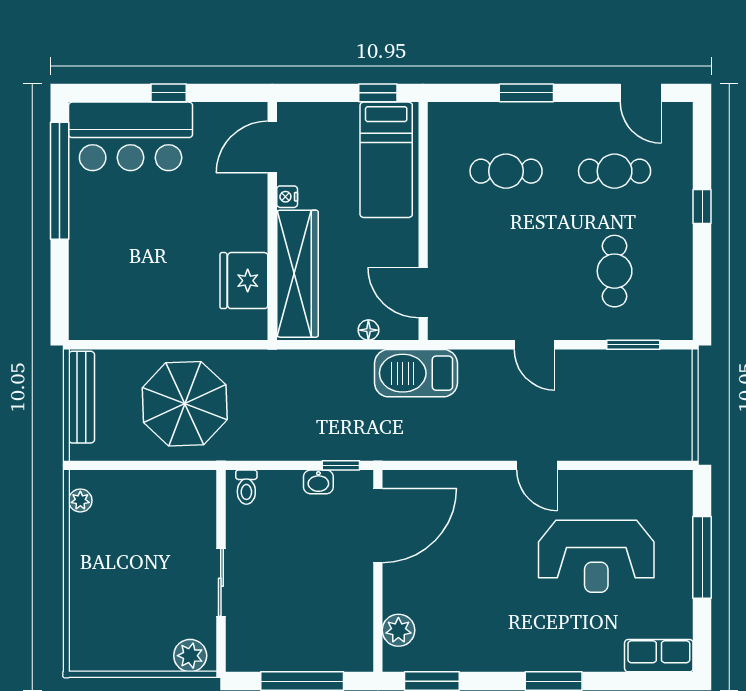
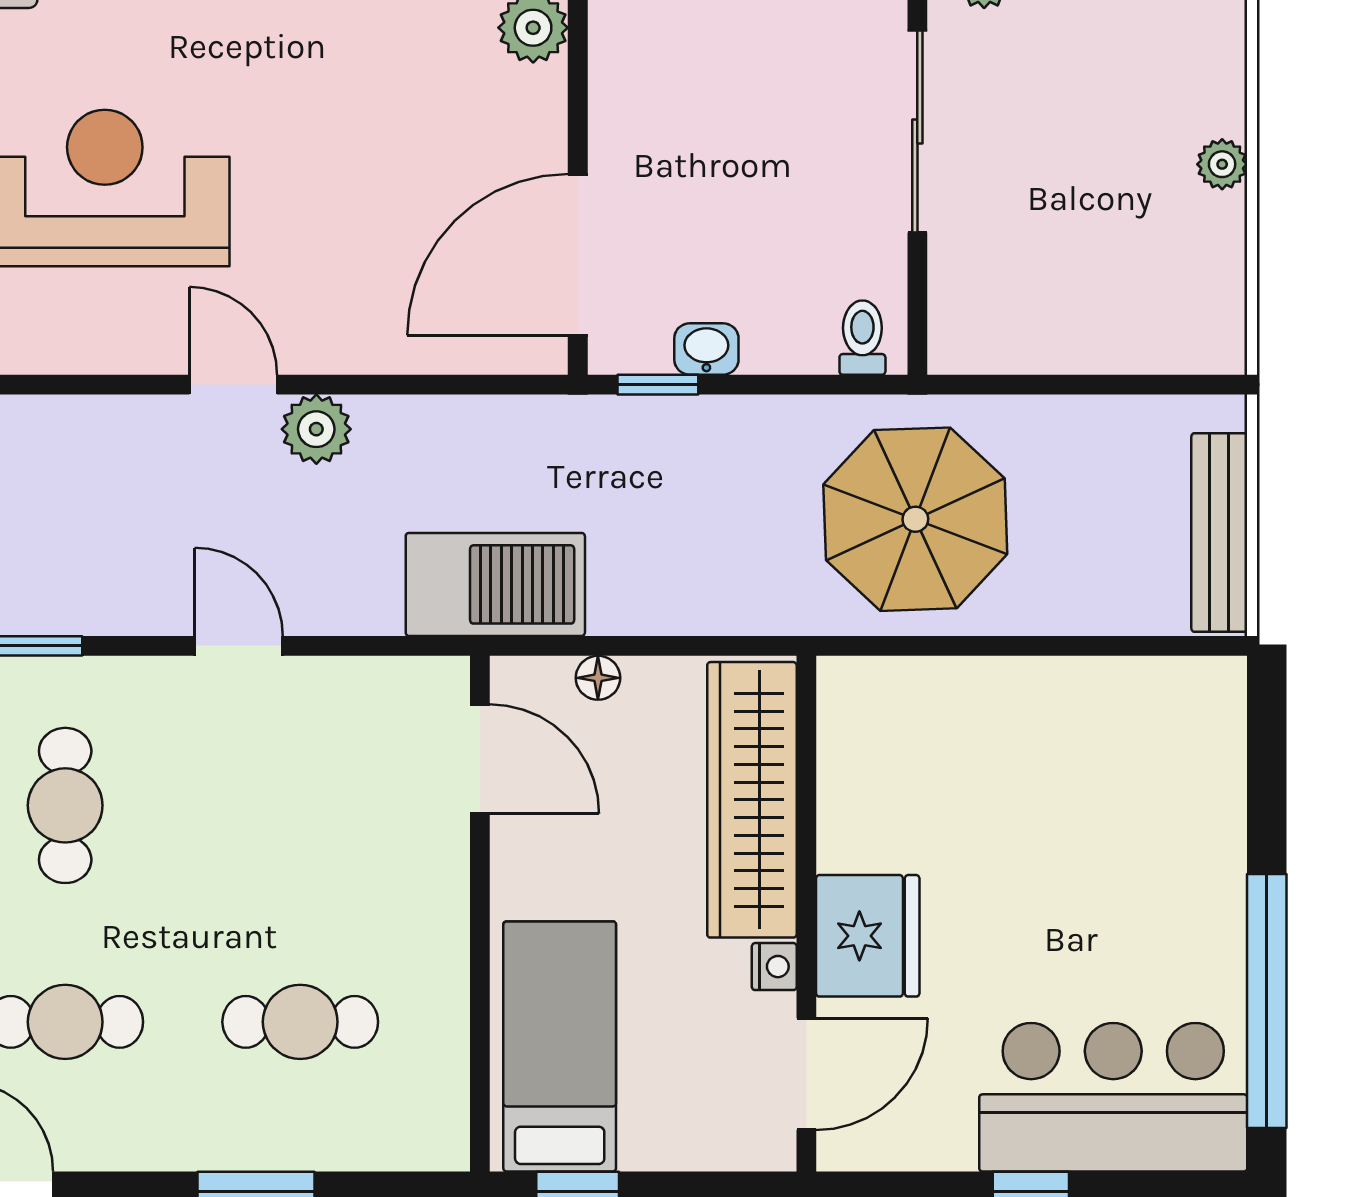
fridge: (244, 281) -> (868, 936), moved
parasol: (185, 404) -> (915, 519), moved
plant: (499, 445) -> (316, 429), added
plant: (80, 500) -> (1222, 164), moved
sliding door: (221, 582) -> (917, 132), width x1.37

